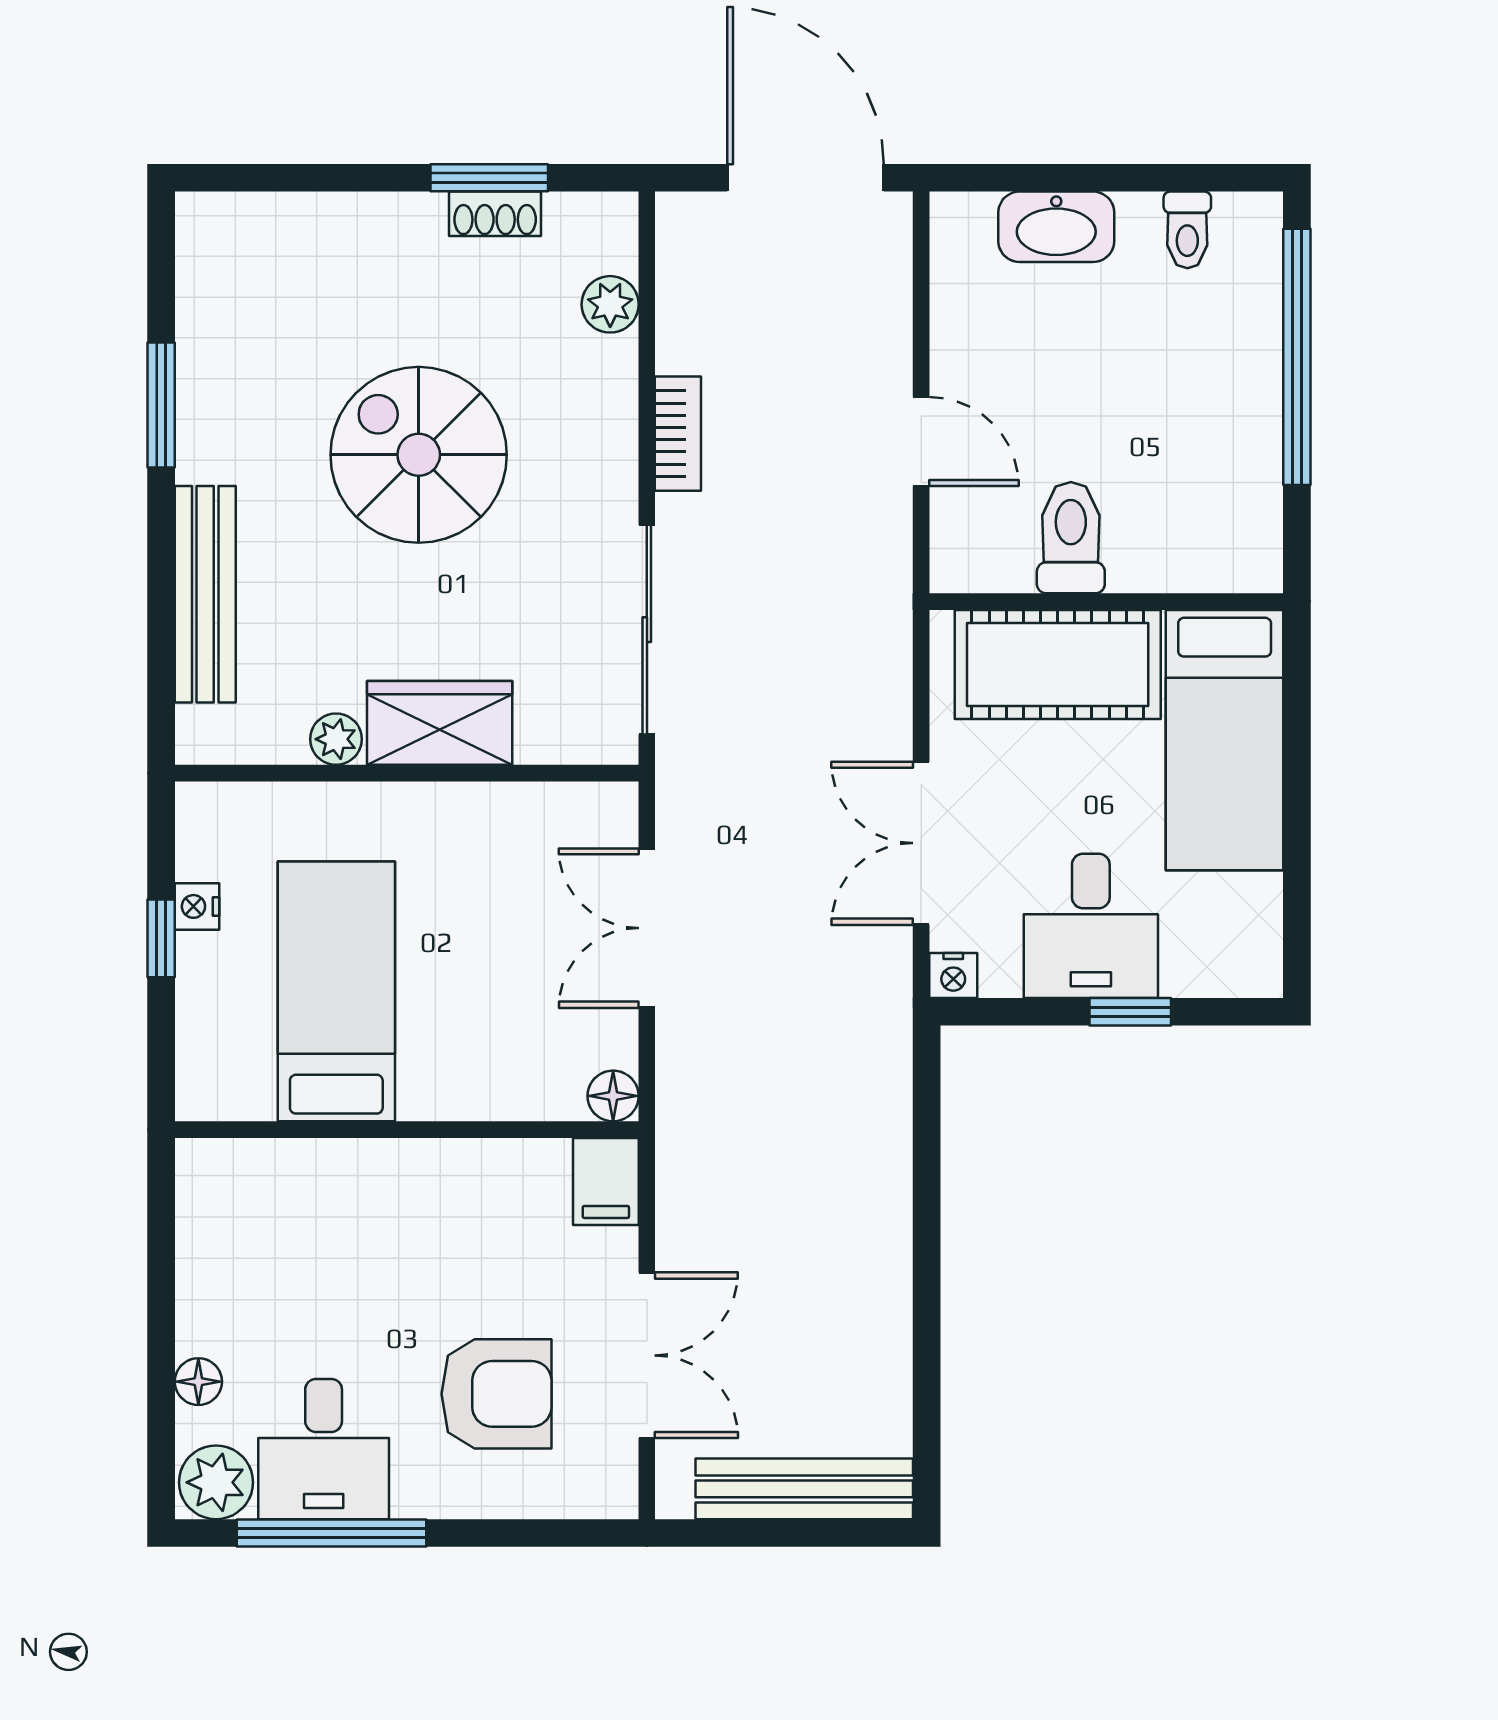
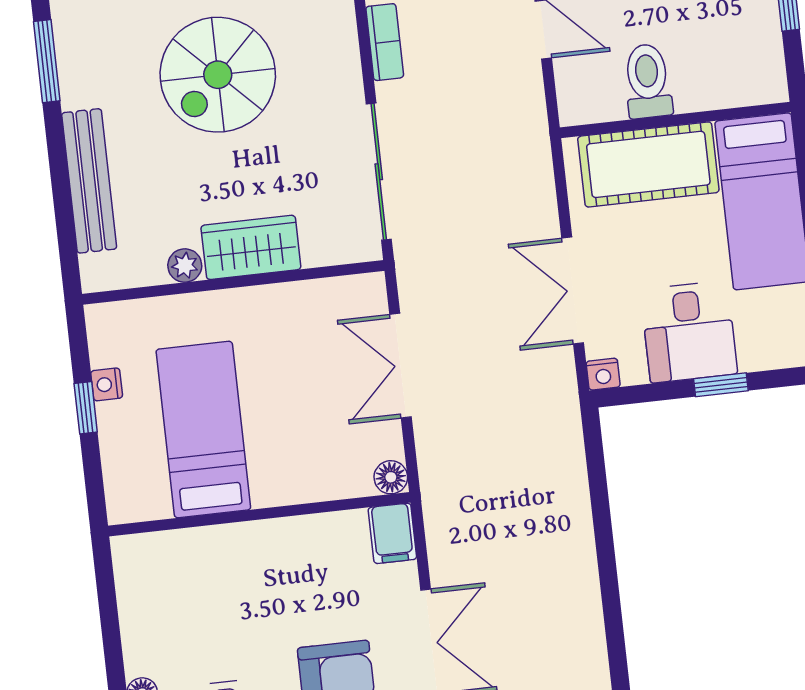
spiral stairs: (419, 455) -> (218, 75), turned -90

